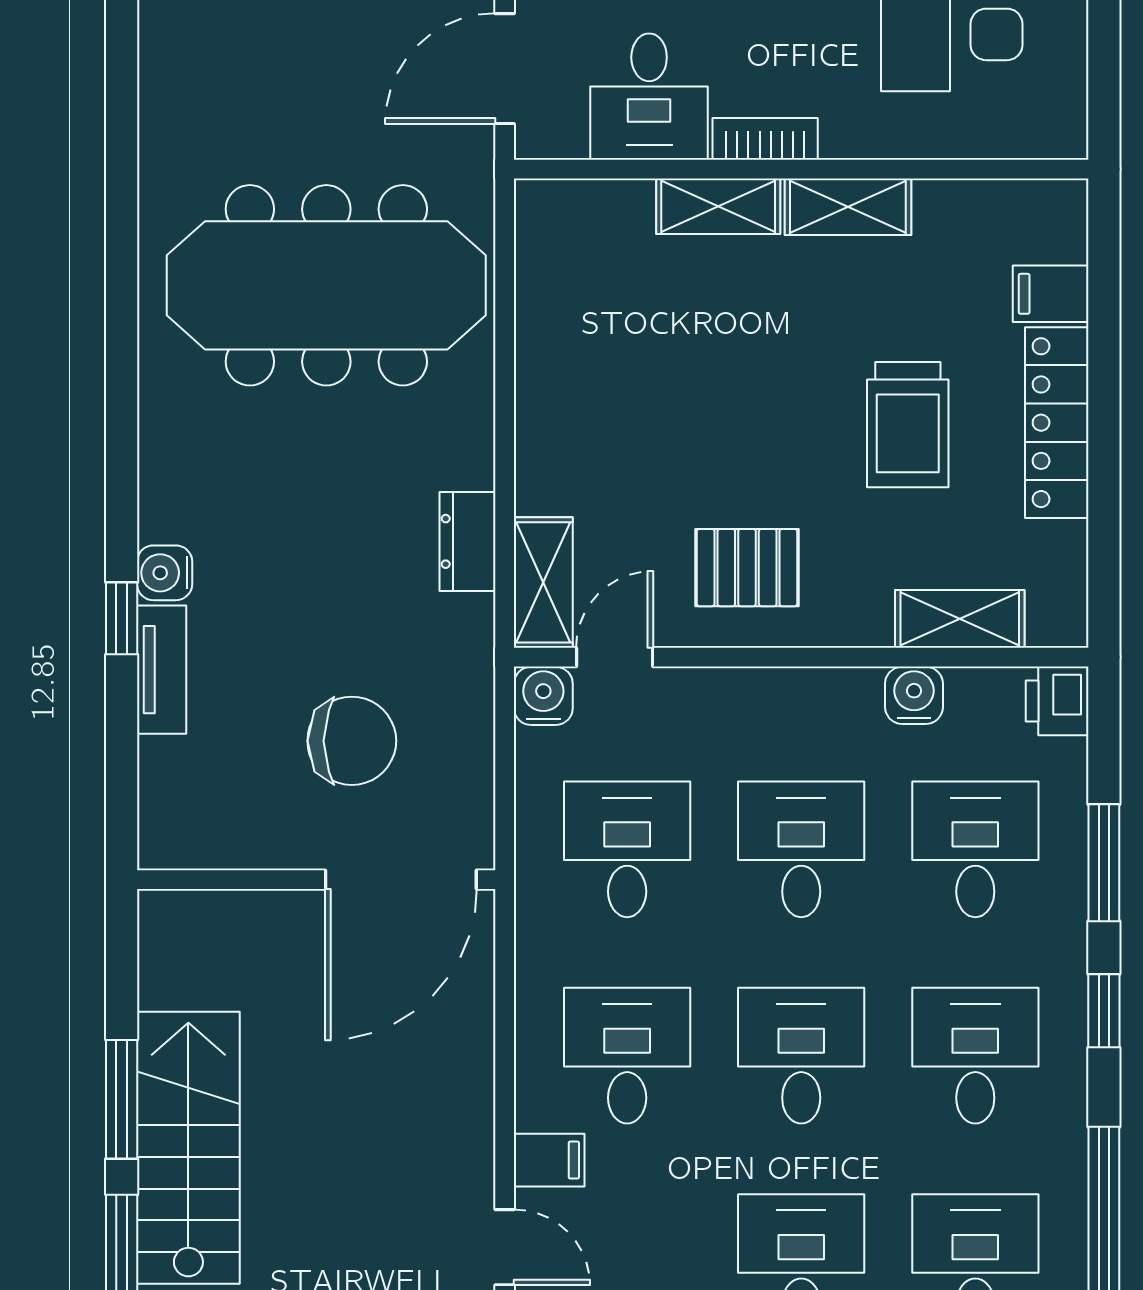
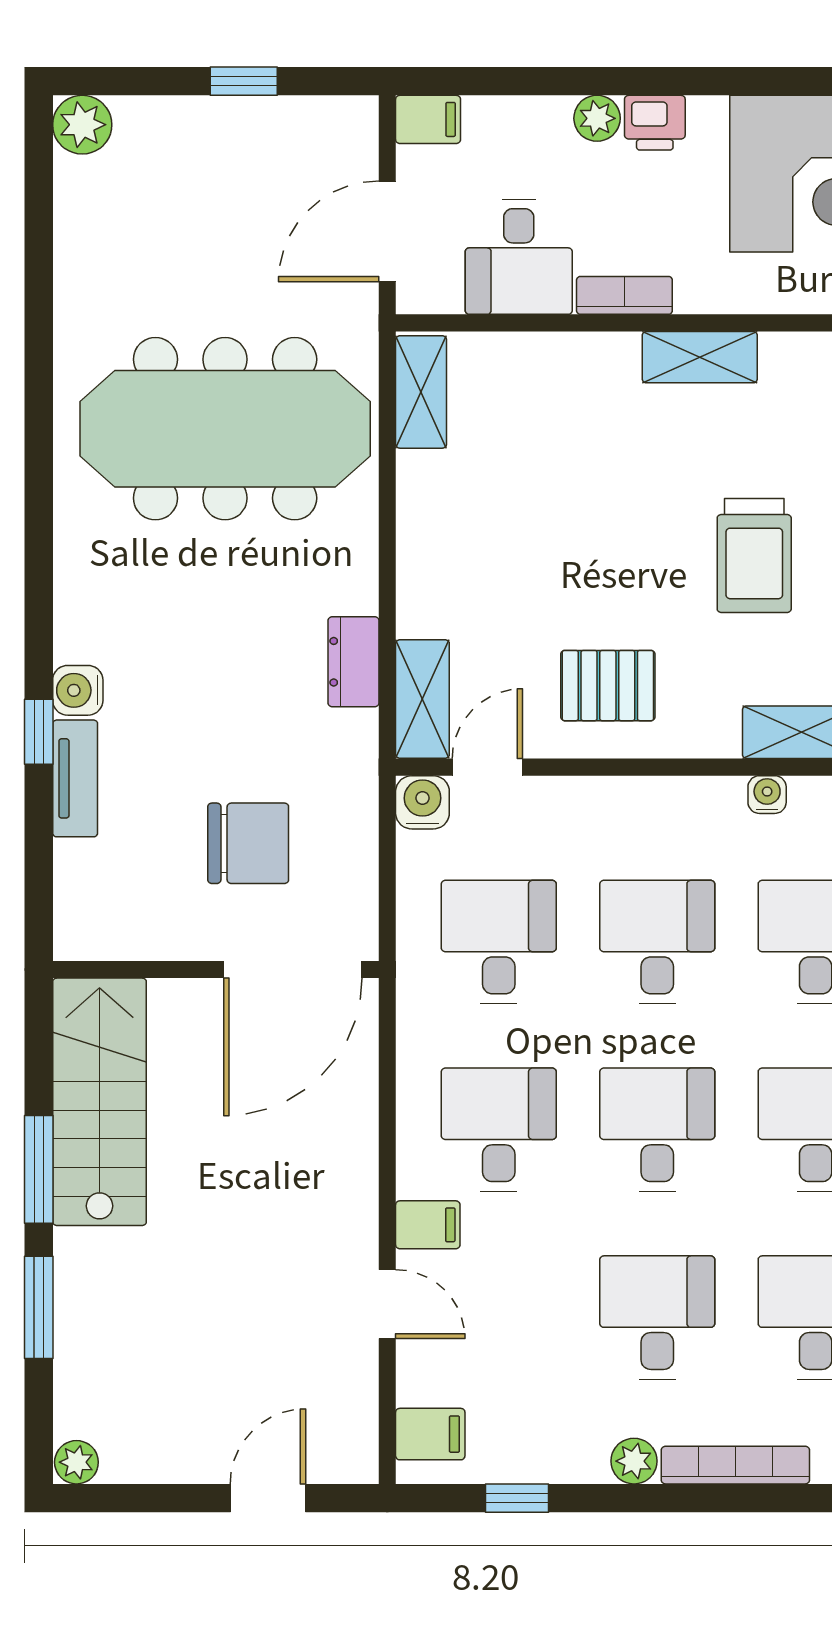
shelving: (718, 206) -> (421, 392), moved, turned 90
water cooler: (914, 695) -> (767, 795), width x0.72, depth x0.72
stairs: (188, 1148) -> (99, 1102), moved

